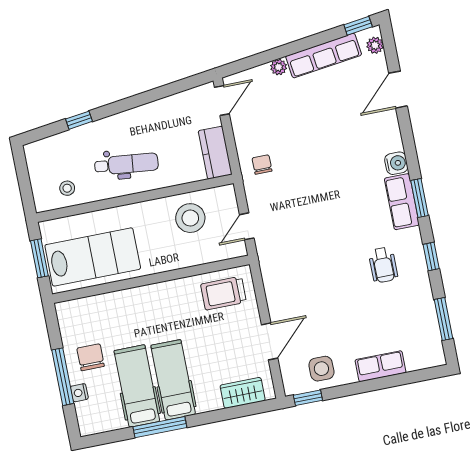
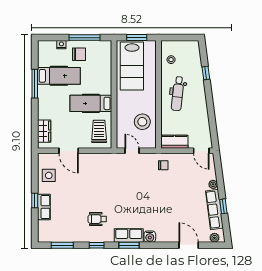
window: (358, 26) -> (223, 206), moved
window: (63, 377) -> (84, 38), moved
hospital bed: (173, 380) -> (91, 103), moved, turned 180
window: (308, 398) -> (35, 200), moved

